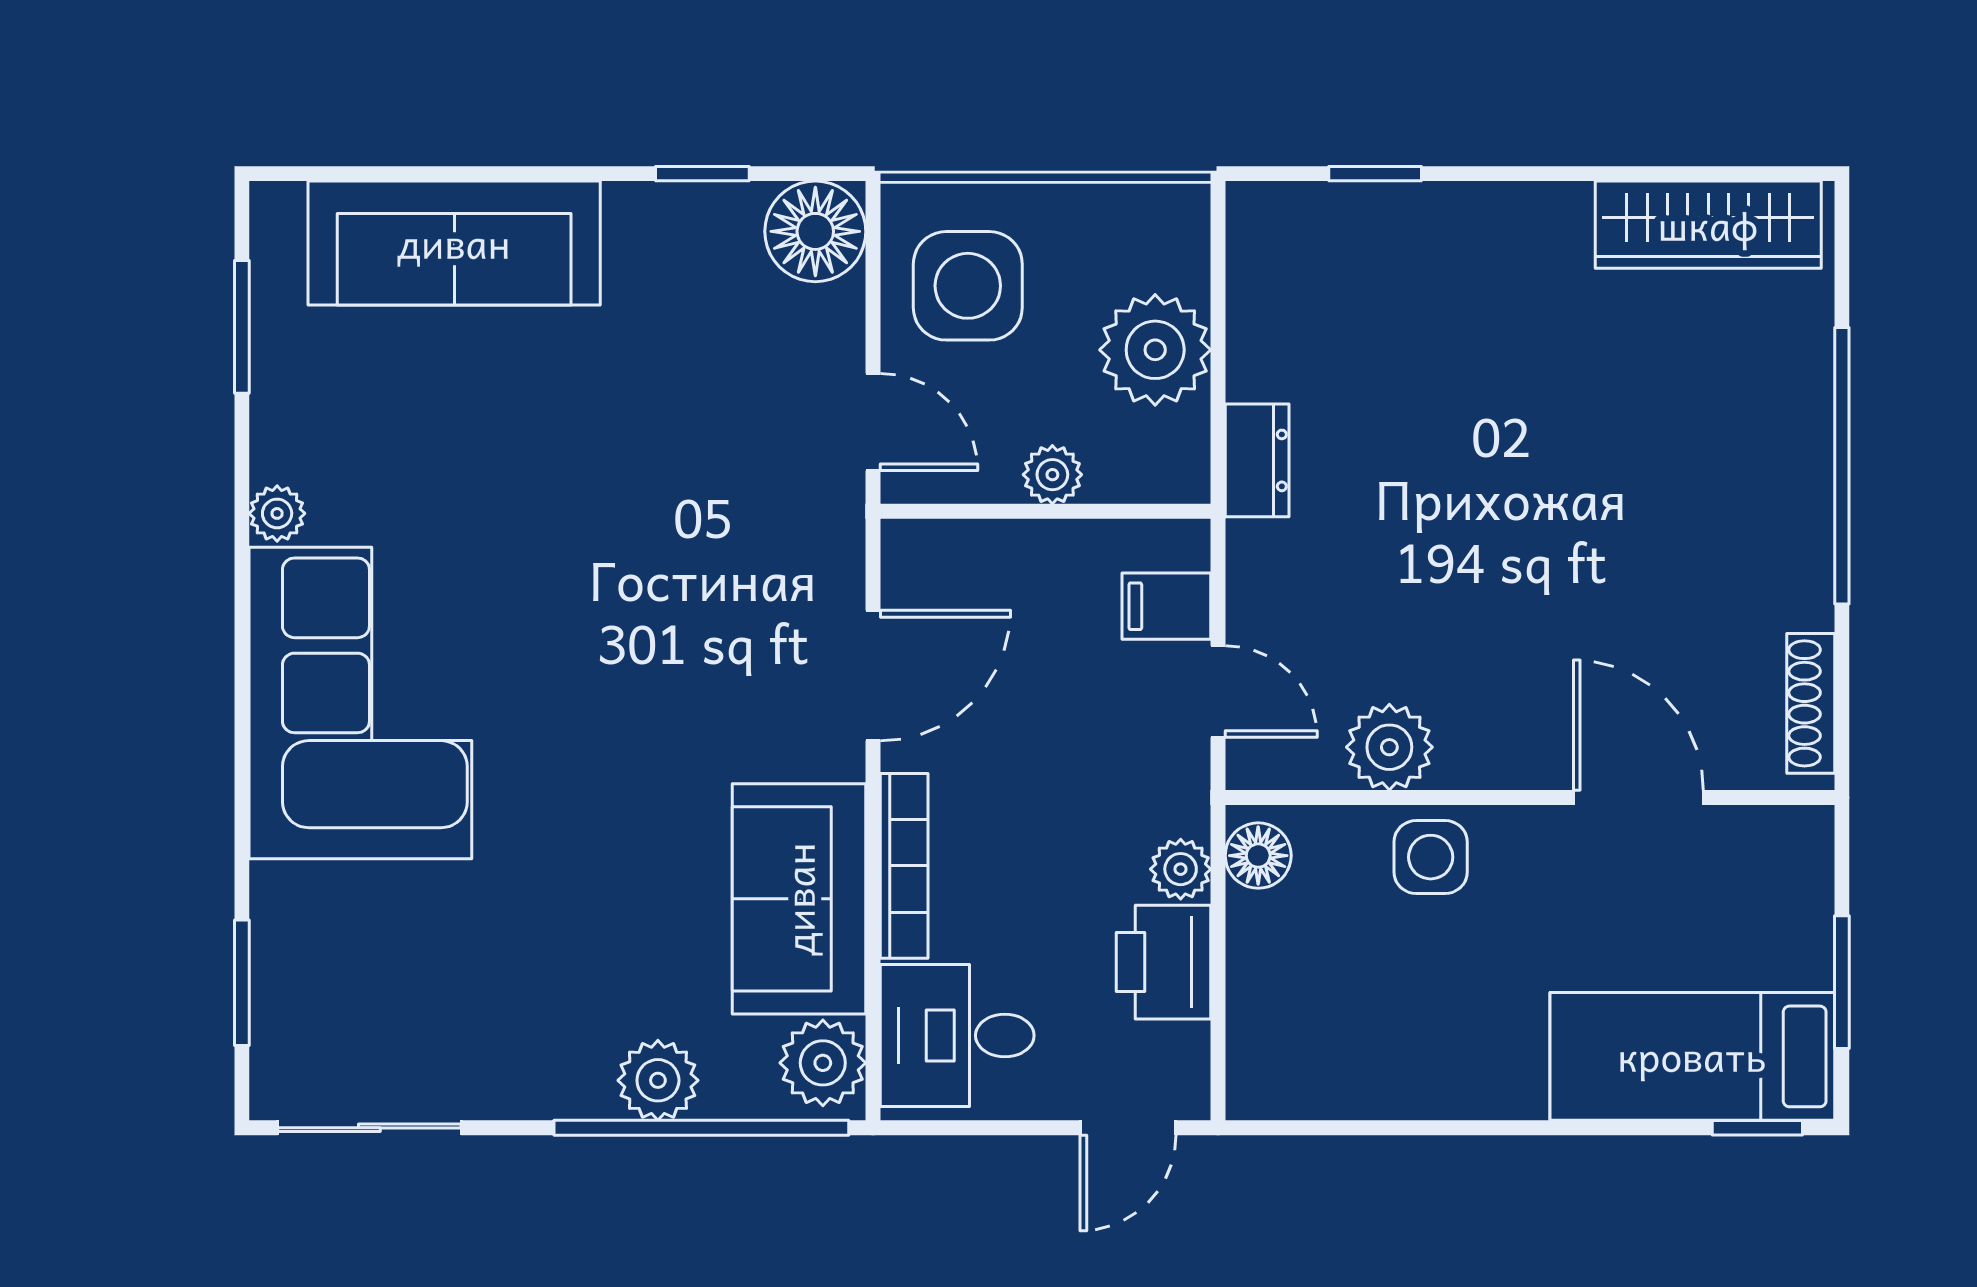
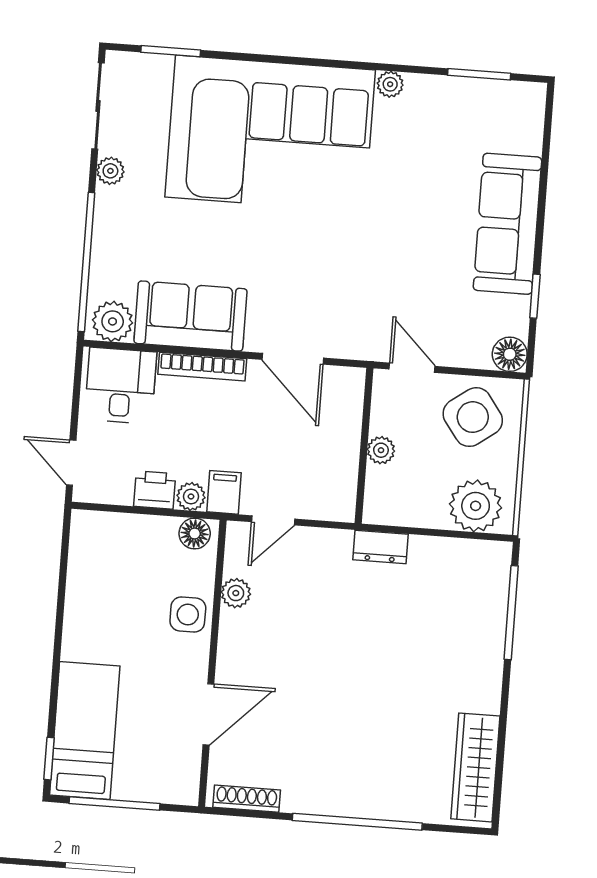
window: (1375, 174) -> (511, 613), width x2.17
floor lamp: (815, 231) -> (510, 354), width x0.73, depth x0.73
sofa: (454, 243) -> (508, 224), moved
side table: (968, 286) -> (473, 417), turned -36
plant: (1155, 350) -> (476, 506), moved
door: (873, 422) -> (412, 368), swing flipped
filing cabinet: (1166, 606) -> (224, 492), moved
corner sofa: (360, 703) -> (270, 134), width x1.36, depth x1.36
plant: (1389, 747) -> (236, 593), width x0.73, depth x0.73
printer: (1164, 962) -> (155, 490), width x0.73, depth x0.81
window: (1842, 982) -> (114, 803), width x1.44
plant: (658, 1080) -> (110, 171), moved, width x0.73, depth x0.73

